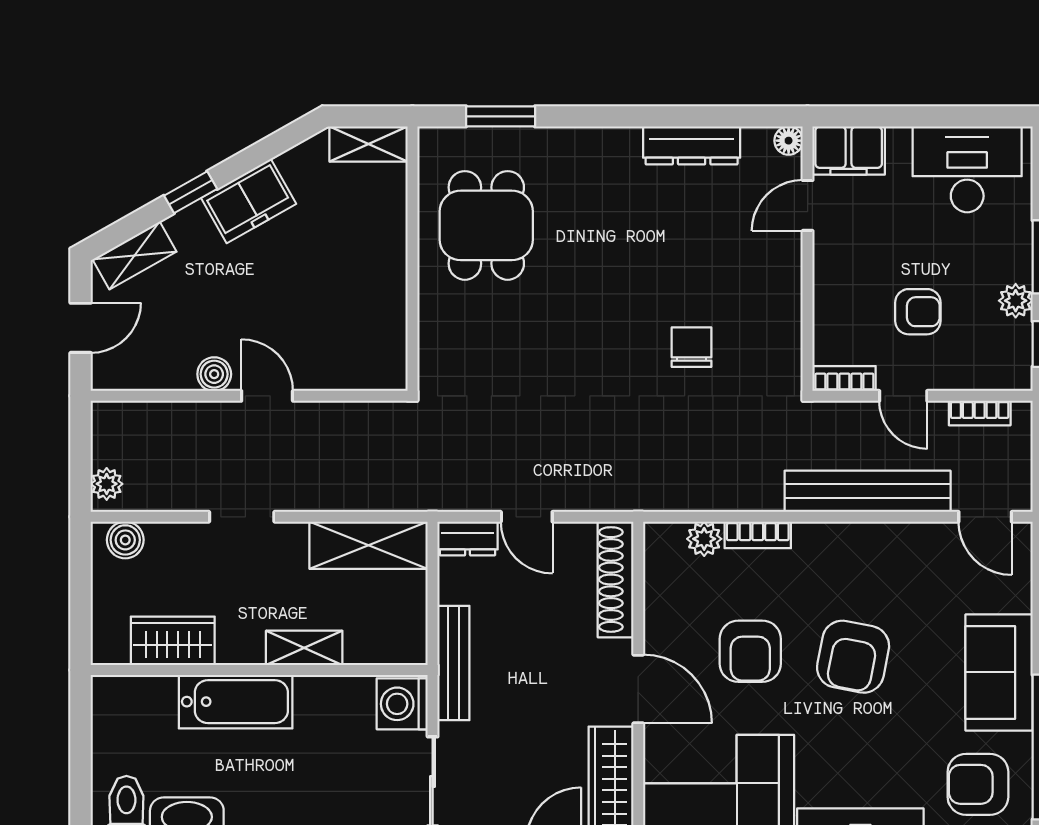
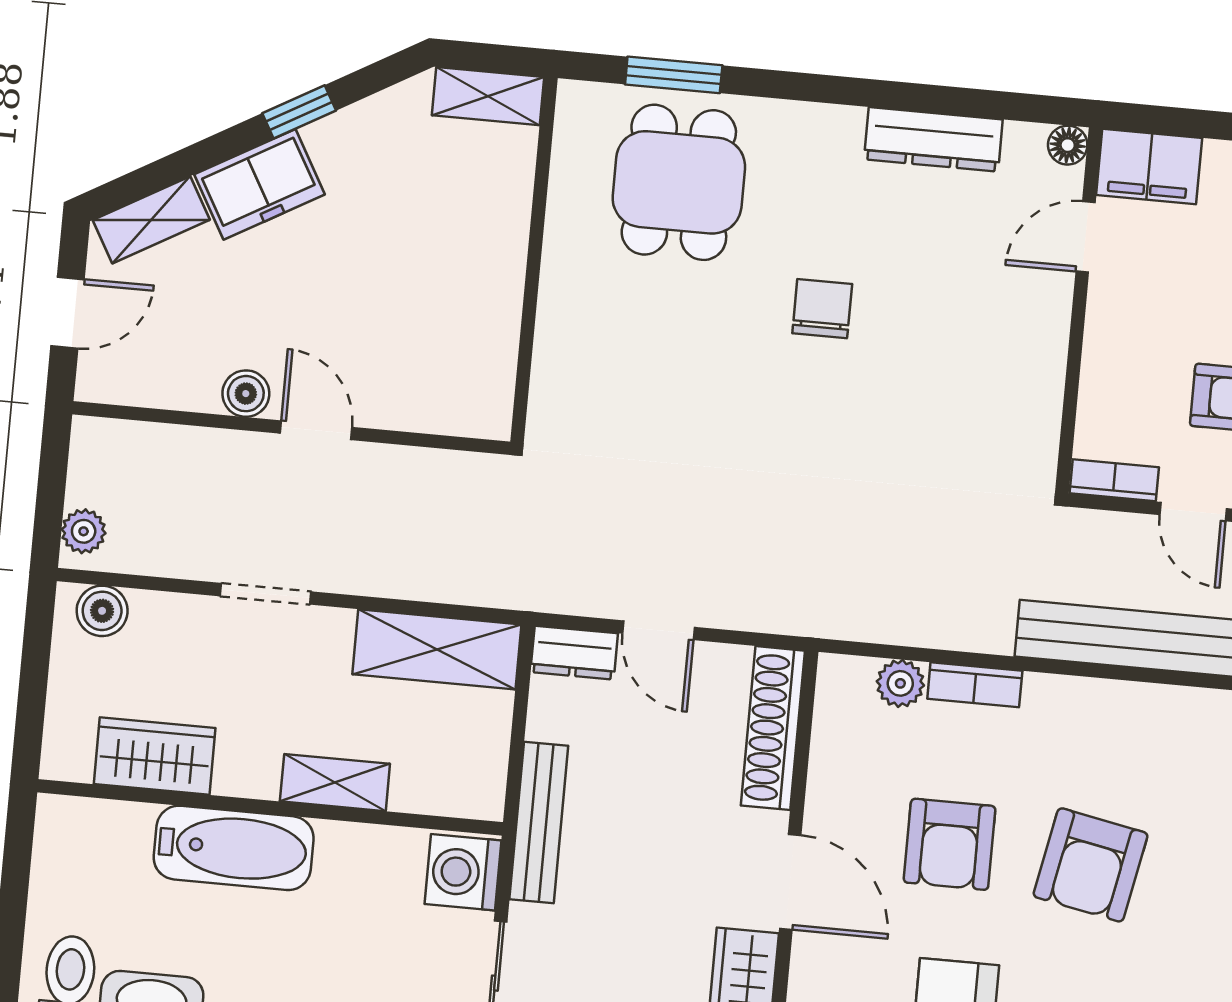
window: (191, 192) -> (299, 112), moved
freezer: (249, 201) -> (260, 184), moved
dining table: (486, 225) -> (679, 182), moved
chair: (691, 347) -> (822, 309), moved

